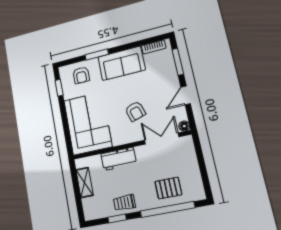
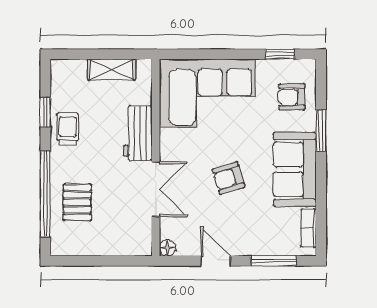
armchair: (135, 111) -> (229, 178), moved
double door: (162, 139) -> (156, 189), moved

